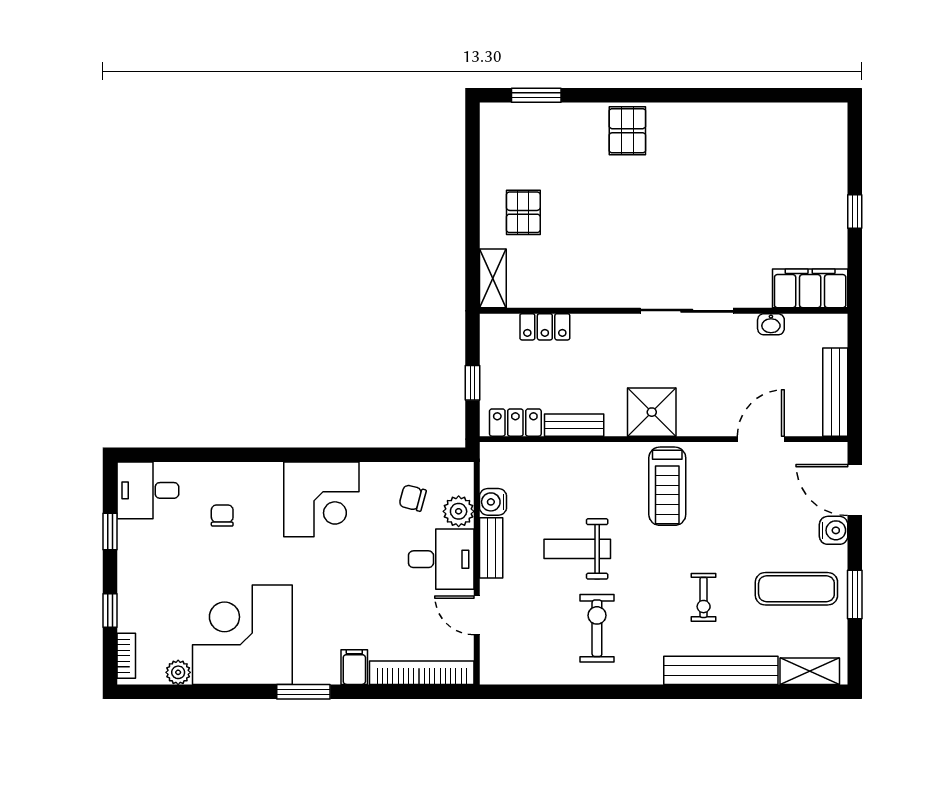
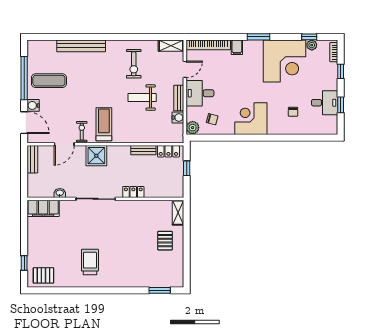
pallet: (627, 131) -> (43, 275), moved, turned 90
trolley: (700, 162) -> (90, 262), added
window: (855, 211) -> (24, 263), moved
locker: (545, 327) -> (133, 192), moved
bench: (835, 392) -> (32, 159), width x0.73
shower: (652, 412) -> (96, 156), moved
desk: (148, 490) -> (325, 103), moved
plant: (459, 511) -> (193, 128), moved
weight bench: (577, 549) -> (142, 98), turned 180
window: (855, 594) -> (24, 78), width x2.11
exercise bike: (704, 597) -> (82, 132), moved
door: (477, 615) -> (185, 69), hinge flipped
shelving: (810, 671) -> (171, 46), moved
window: (184, 692) -> (309, 37), added

